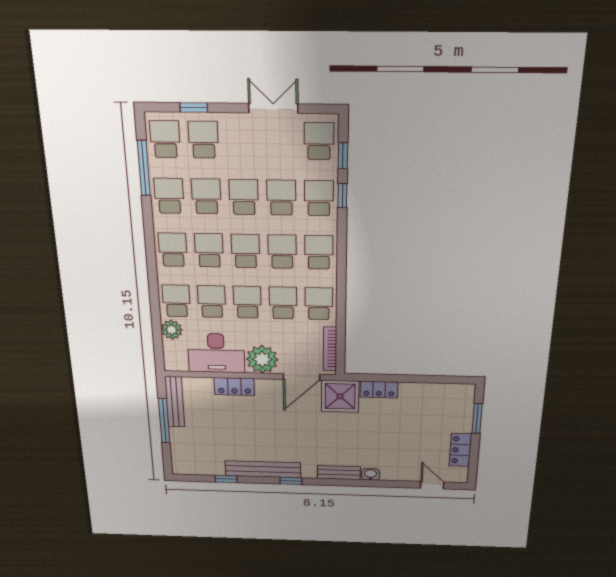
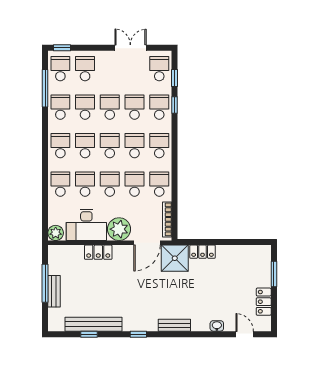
window: (194, 107) -> (62, 48), moved
plant: (172, 330) -> (56, 233), moved
bench: (175, 402) -> (54, 291), moved, width x0.73
bench: (263, 469) -> (93, 324), moved
washbasin: (371, 474) -> (217, 326), moved

